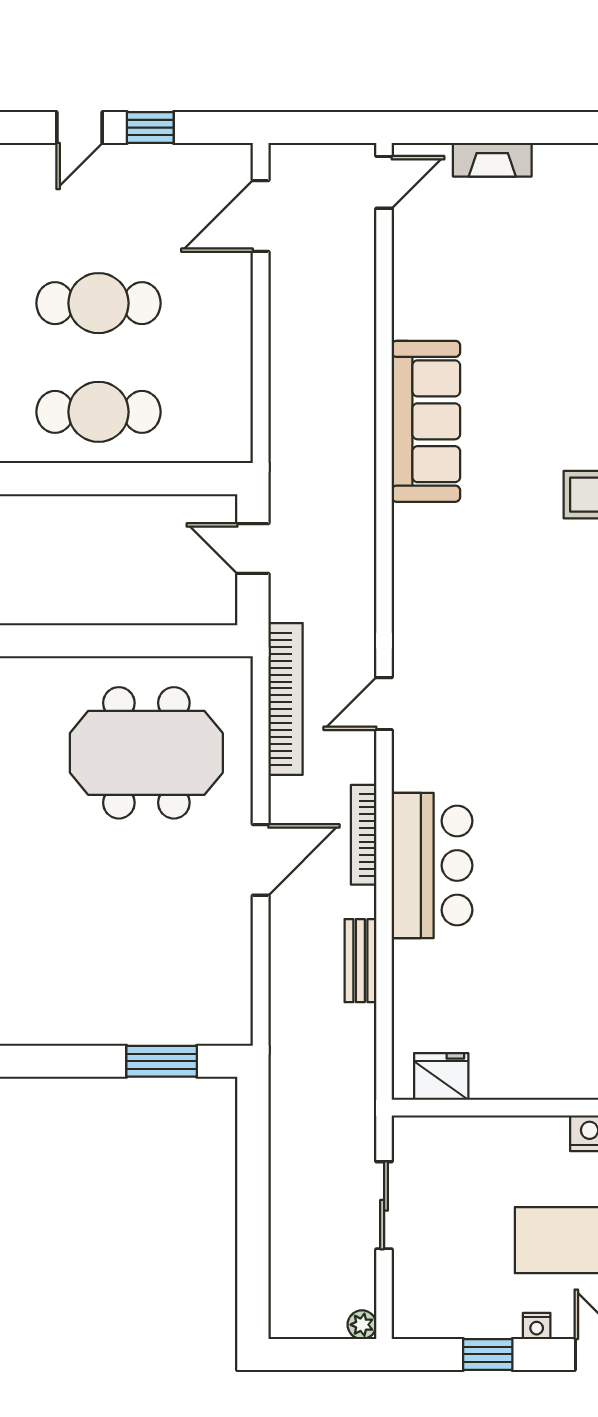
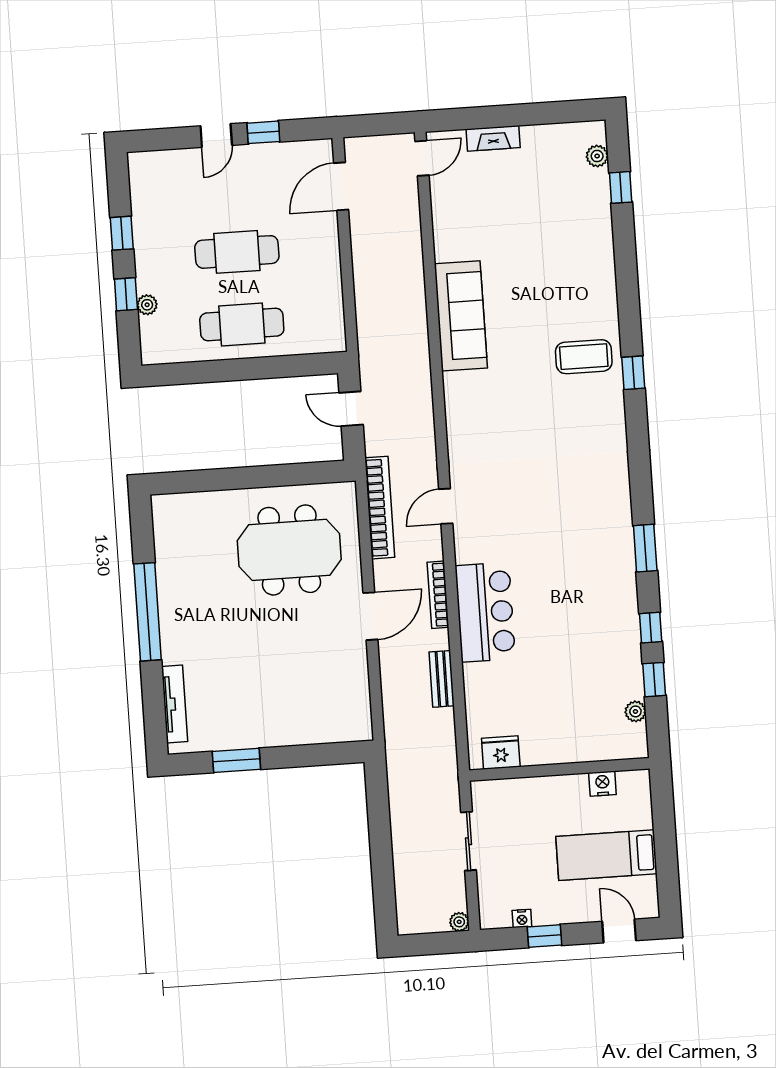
window: (162, 1061) -> (236, 760), moved
nightstand: (537, 1326) -> (522, 918), moved

